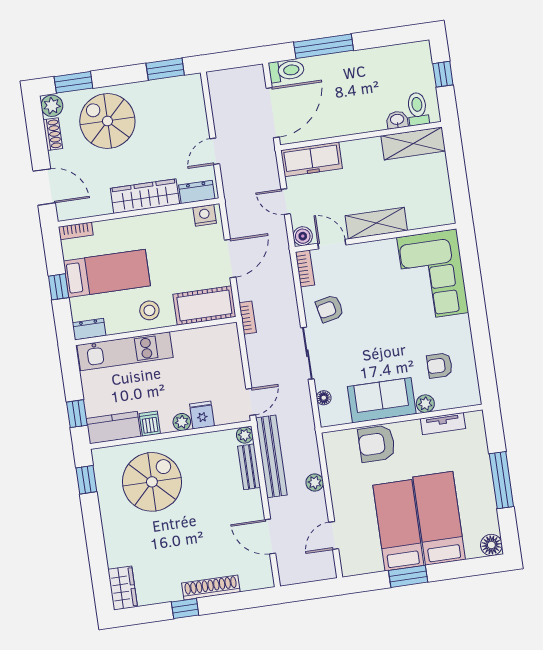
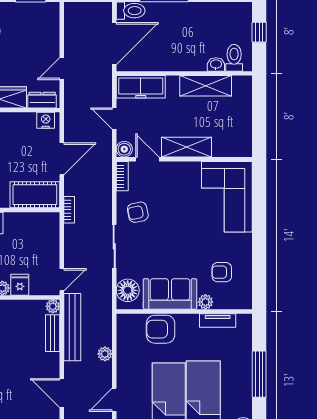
shelving: (413, 143) -> (206, 86), moved
floor lamp: (324, 398) -> (128, 290), width x1.89, depth x1.89

